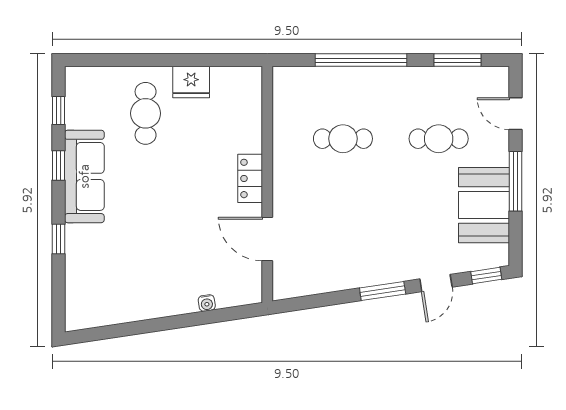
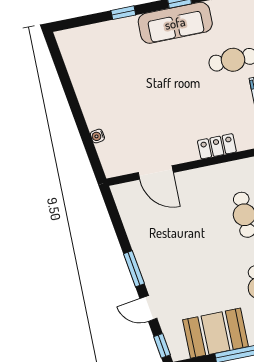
locker: (250, 178) -> (217, 146), moved
door: (267, 239) -> (156, 172), swing flipped

